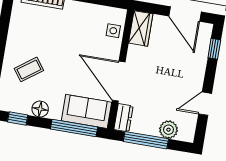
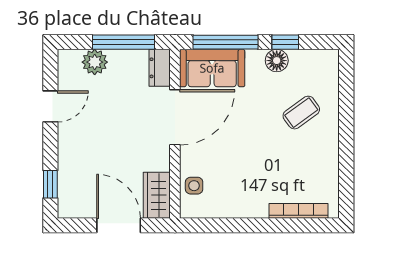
door: (185, 14) -> (119, 225), moved
door: (119, 81) -> (175, 117), hinge flipped
window: (18, 119) -> (285, 42), moved

